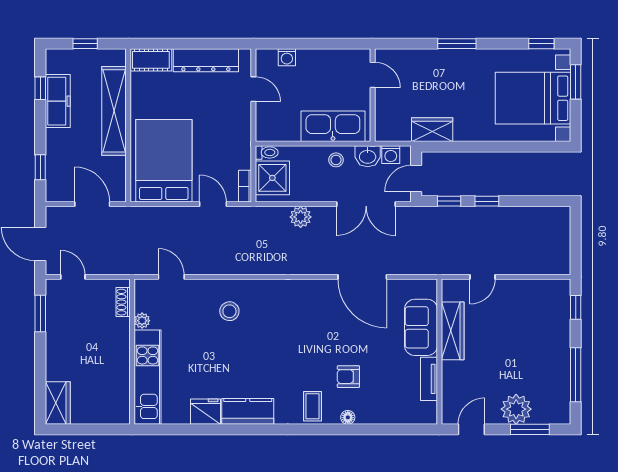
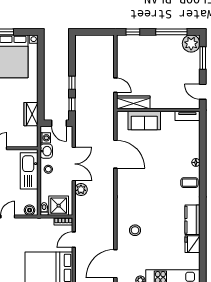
boiler: (265, 127) -> (30, 210), added
double door: (366, 204) -> (74, 164), moved
door: (171, 277) -> (115, 264), width x1.87
door: (362, 277) -> (115, 154), hinge flipped
wardrobe: (453, 331) -> (133, 102), moved
armchair: (348, 377) -> (172, 162), removed
tv unit: (429, 379) -> (187, 116), moved
plant: (516, 409) -> (191, 43), moved

